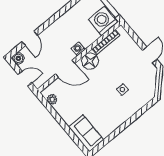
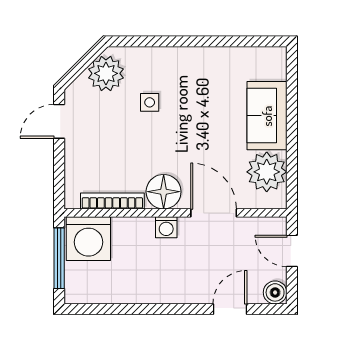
plant: (147, 87) -> (106, 73), added
plant: (52, 99) -> (267, 172), width x1.88, depth x1.88
sofa: (86, 133) -> (267, 116), moved

